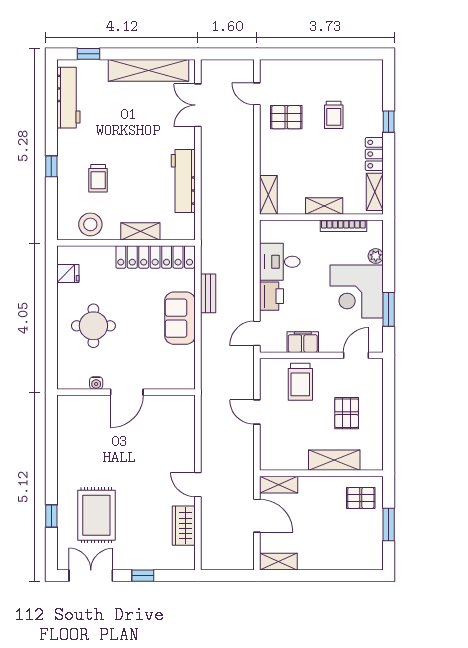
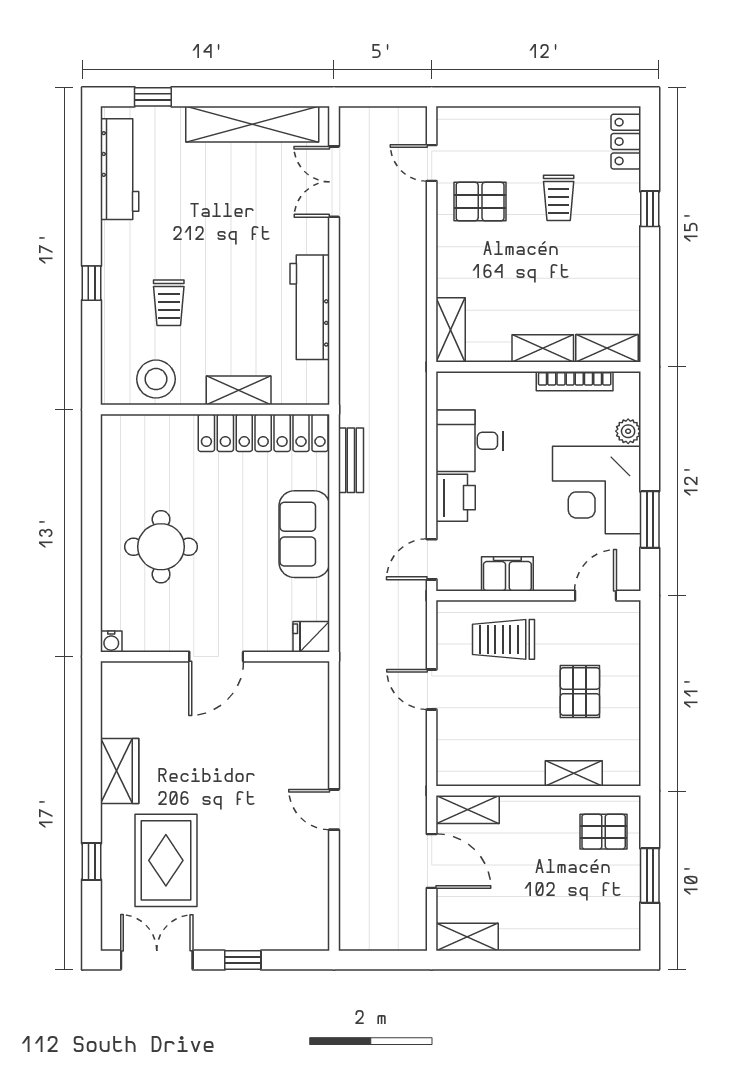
locker: (374, 154) -> (626, 142), moved
shelving: (375, 192) -> (607, 348), moved, turned 90
fridge: (68, 273) -> (311, 637), moved, turned 180
bench: (208, 293) -> (351, 460), moved
trolley: (300, 382) -> (503, 639), turned 90
water cooler: (96, 383) -> (111, 641), moved
shelving: (334, 460) -> (574, 773), width x0.67, depth x0.75
wardrobe: (184, 526) -> (120, 771), moved, turned 180

